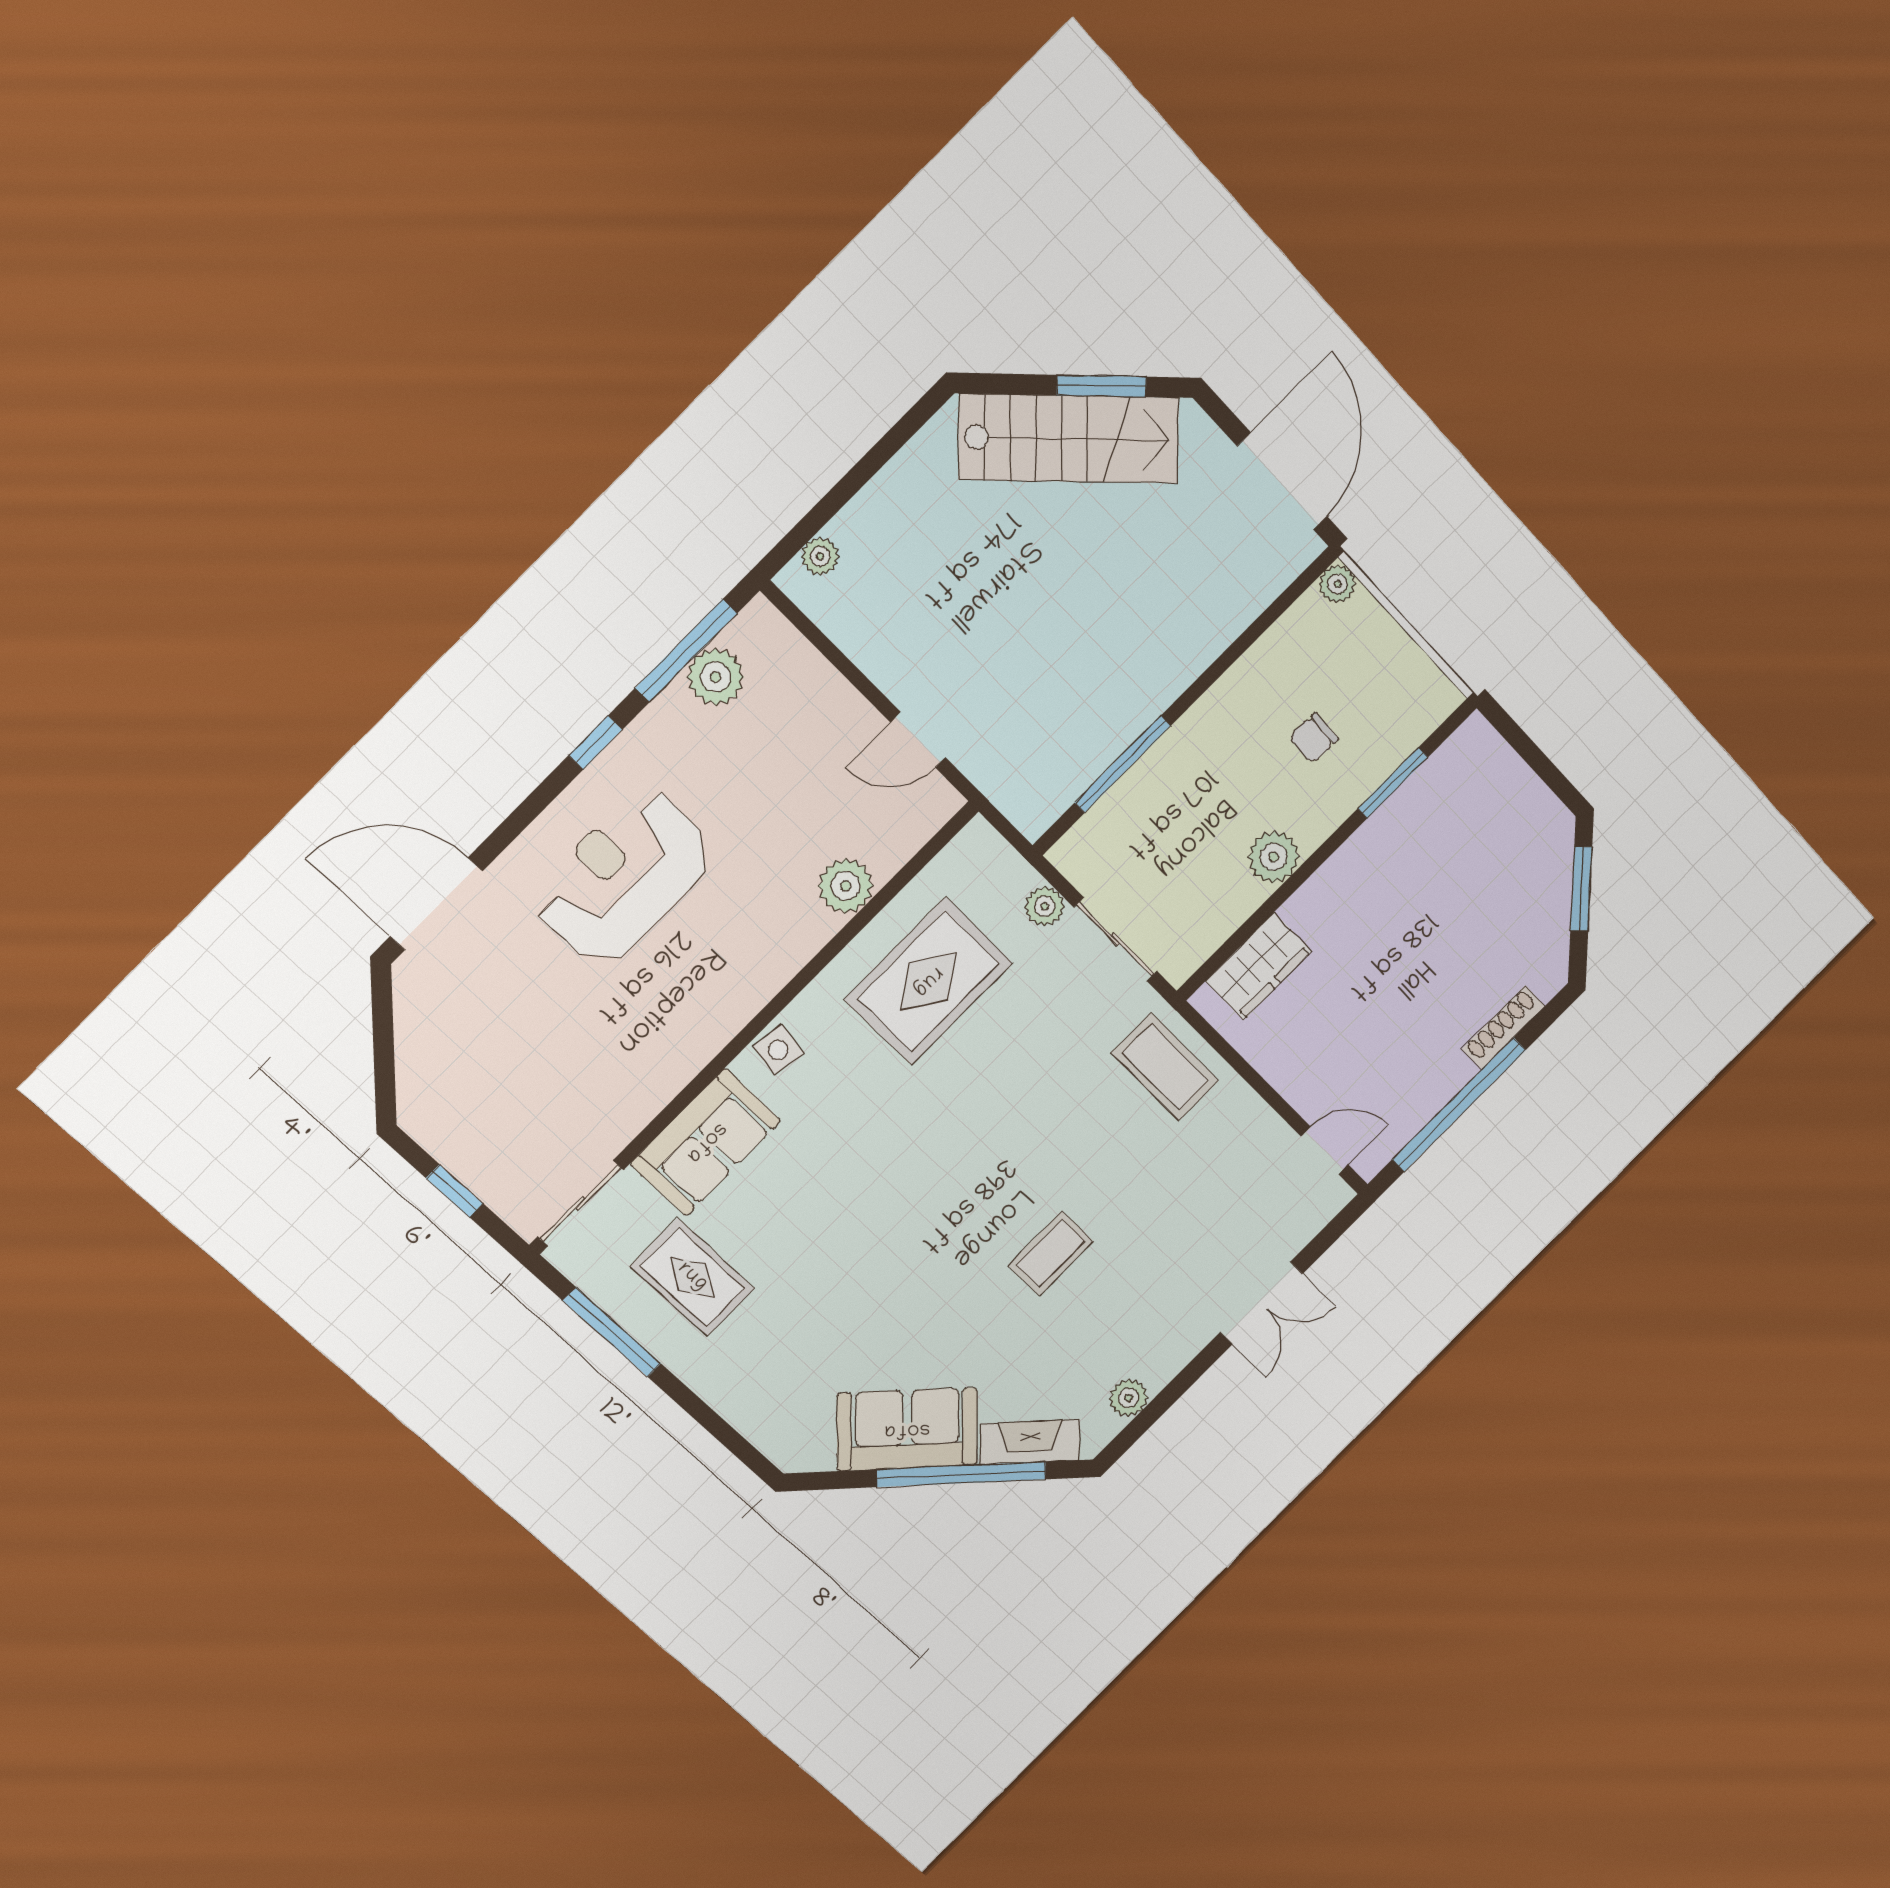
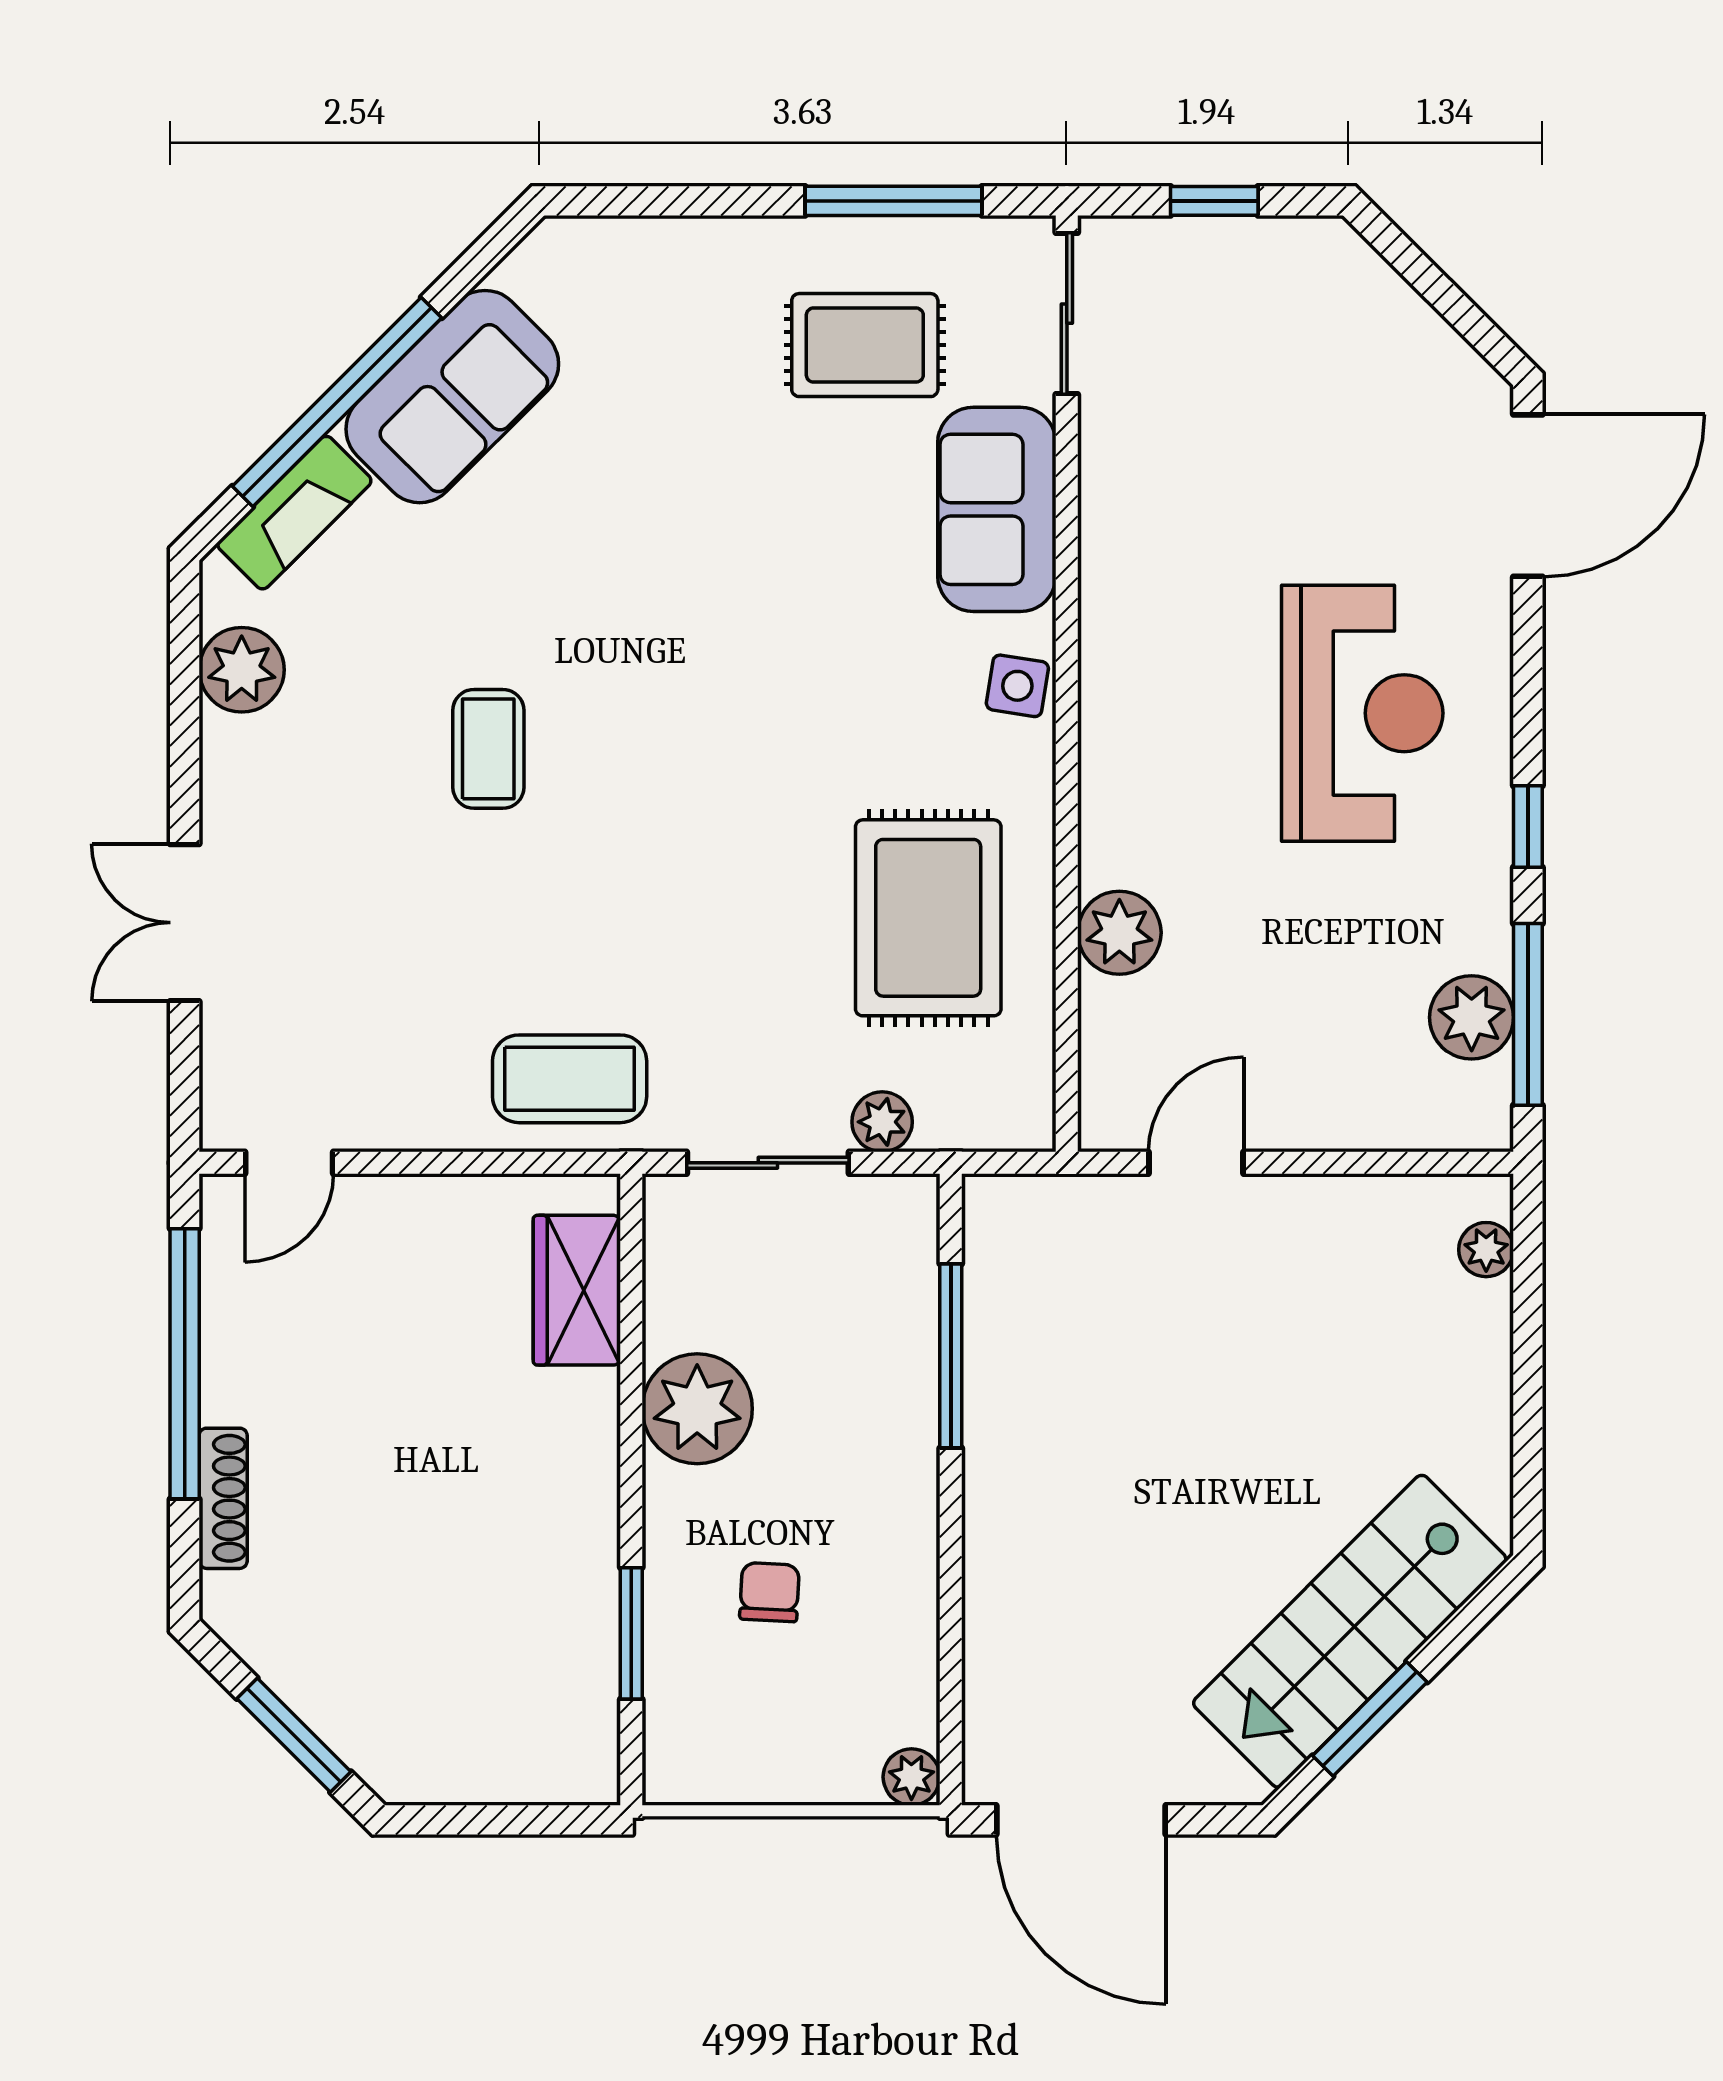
plant: (1274, 857) -> (697, 1409), width x1.36, depth x1.36
plant: (1129, 1398) -> (242, 670), width x1.38, depth x1.38

